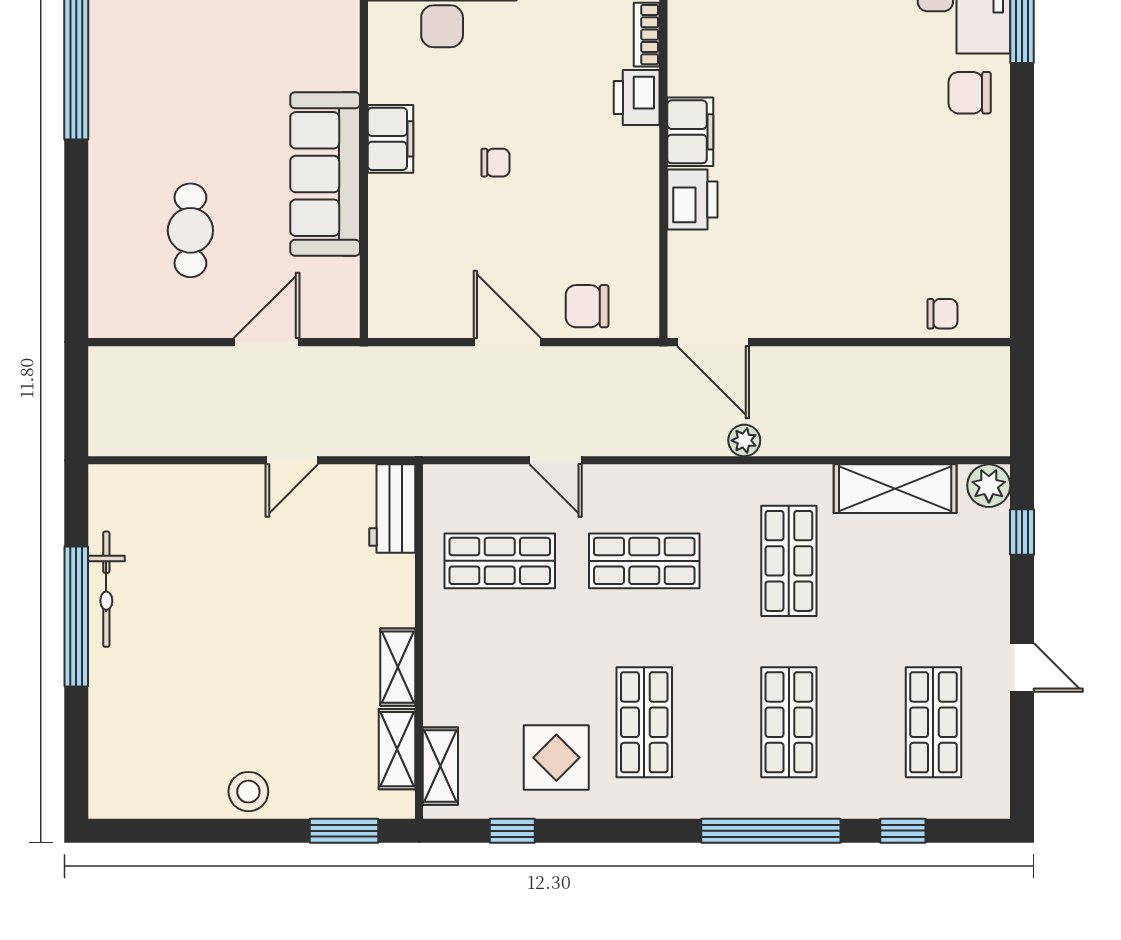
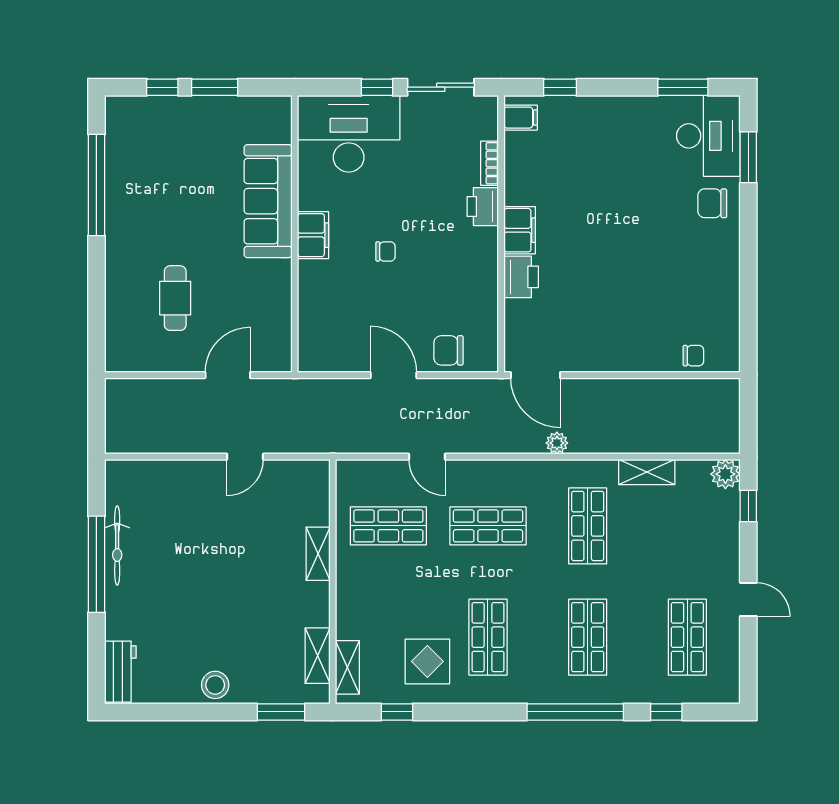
sofa: (325, 174) -> (268, 201), moved
shelving: (895, 489) -> (647, 472), width x0.67, depth x0.75
workbench: (392, 509) -> (120, 672), moved, turned 180
shelving: (398, 667) -> (318, 554), moved

